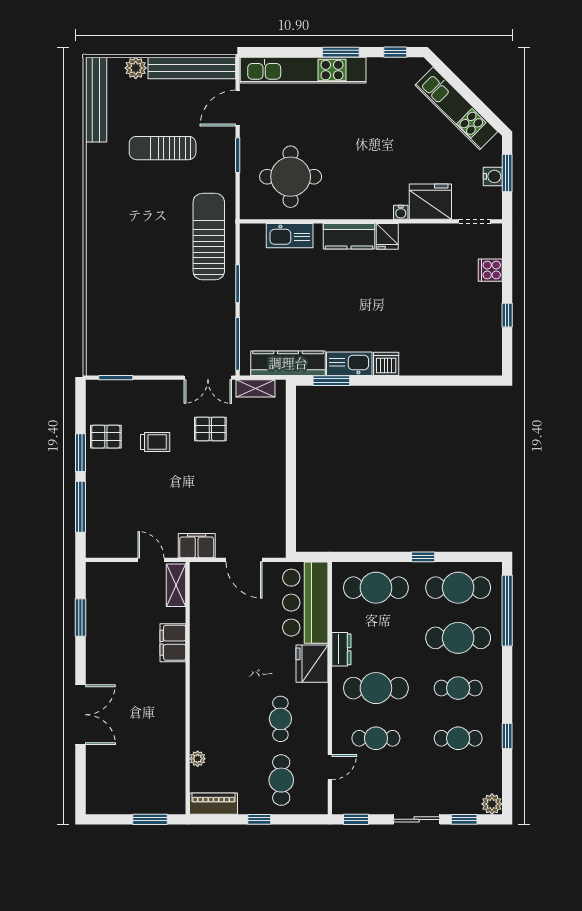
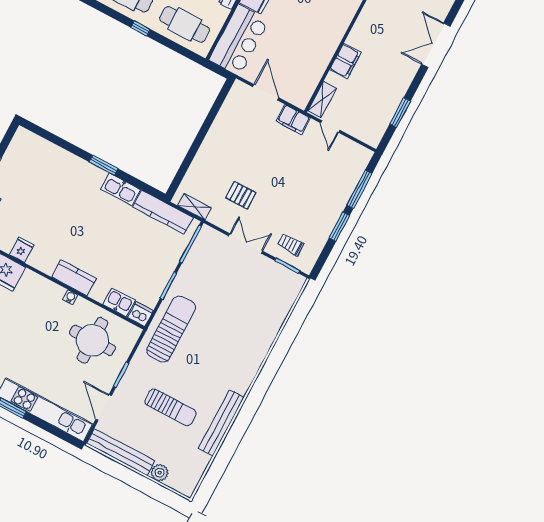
bench: (96, 100) -> (221, 423), moved
door: (238, 108) -> (104, 407), swing flipped
water cooler: (401, 212) -> (70, 297), moved
kitchen sink: (290, 236) -> (119, 302), width x0.73
fridge: (387, 236) -> (22, 250), moved
sun lounger: (209, 237) -> (171, 329), turned 180
dishwasher: (386, 364) -> (140, 314), moved, turned 180
double door: (208, 378) -> (246, 243), moved
window: (331, 381) -> (103, 165), moved
pallet: (106, 437) -> (316, 228), removed
trolley: (155, 442) -> (291, 245), moved

